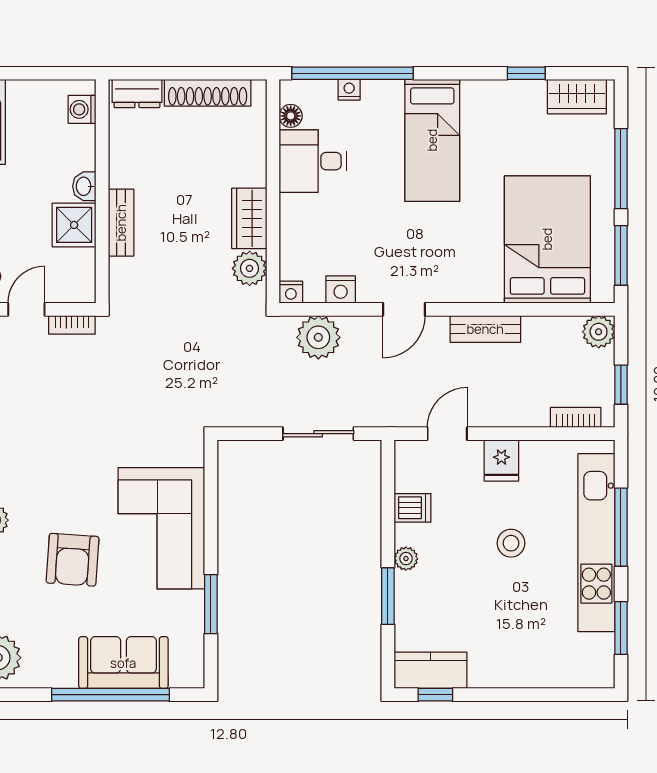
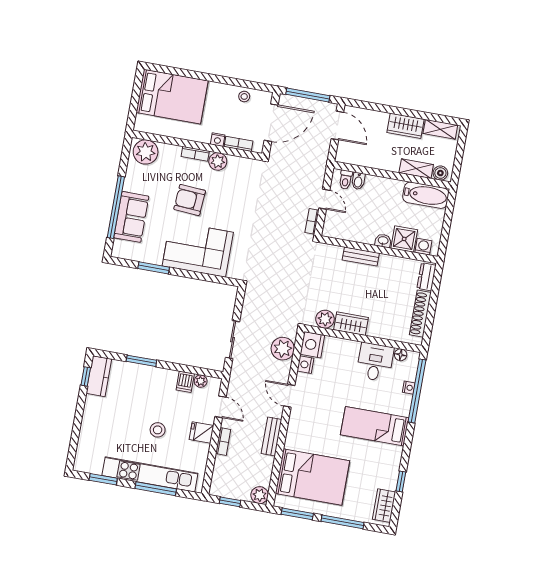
shower: (74, 225) -> (404, 239), moved
nightstand: (291, 292) -> (312, 345), width x1.89, depth x1.79
bookcase: (576, 417) -> (223, 442), moved
plant: (406, 559) -> (201, 381), moved

